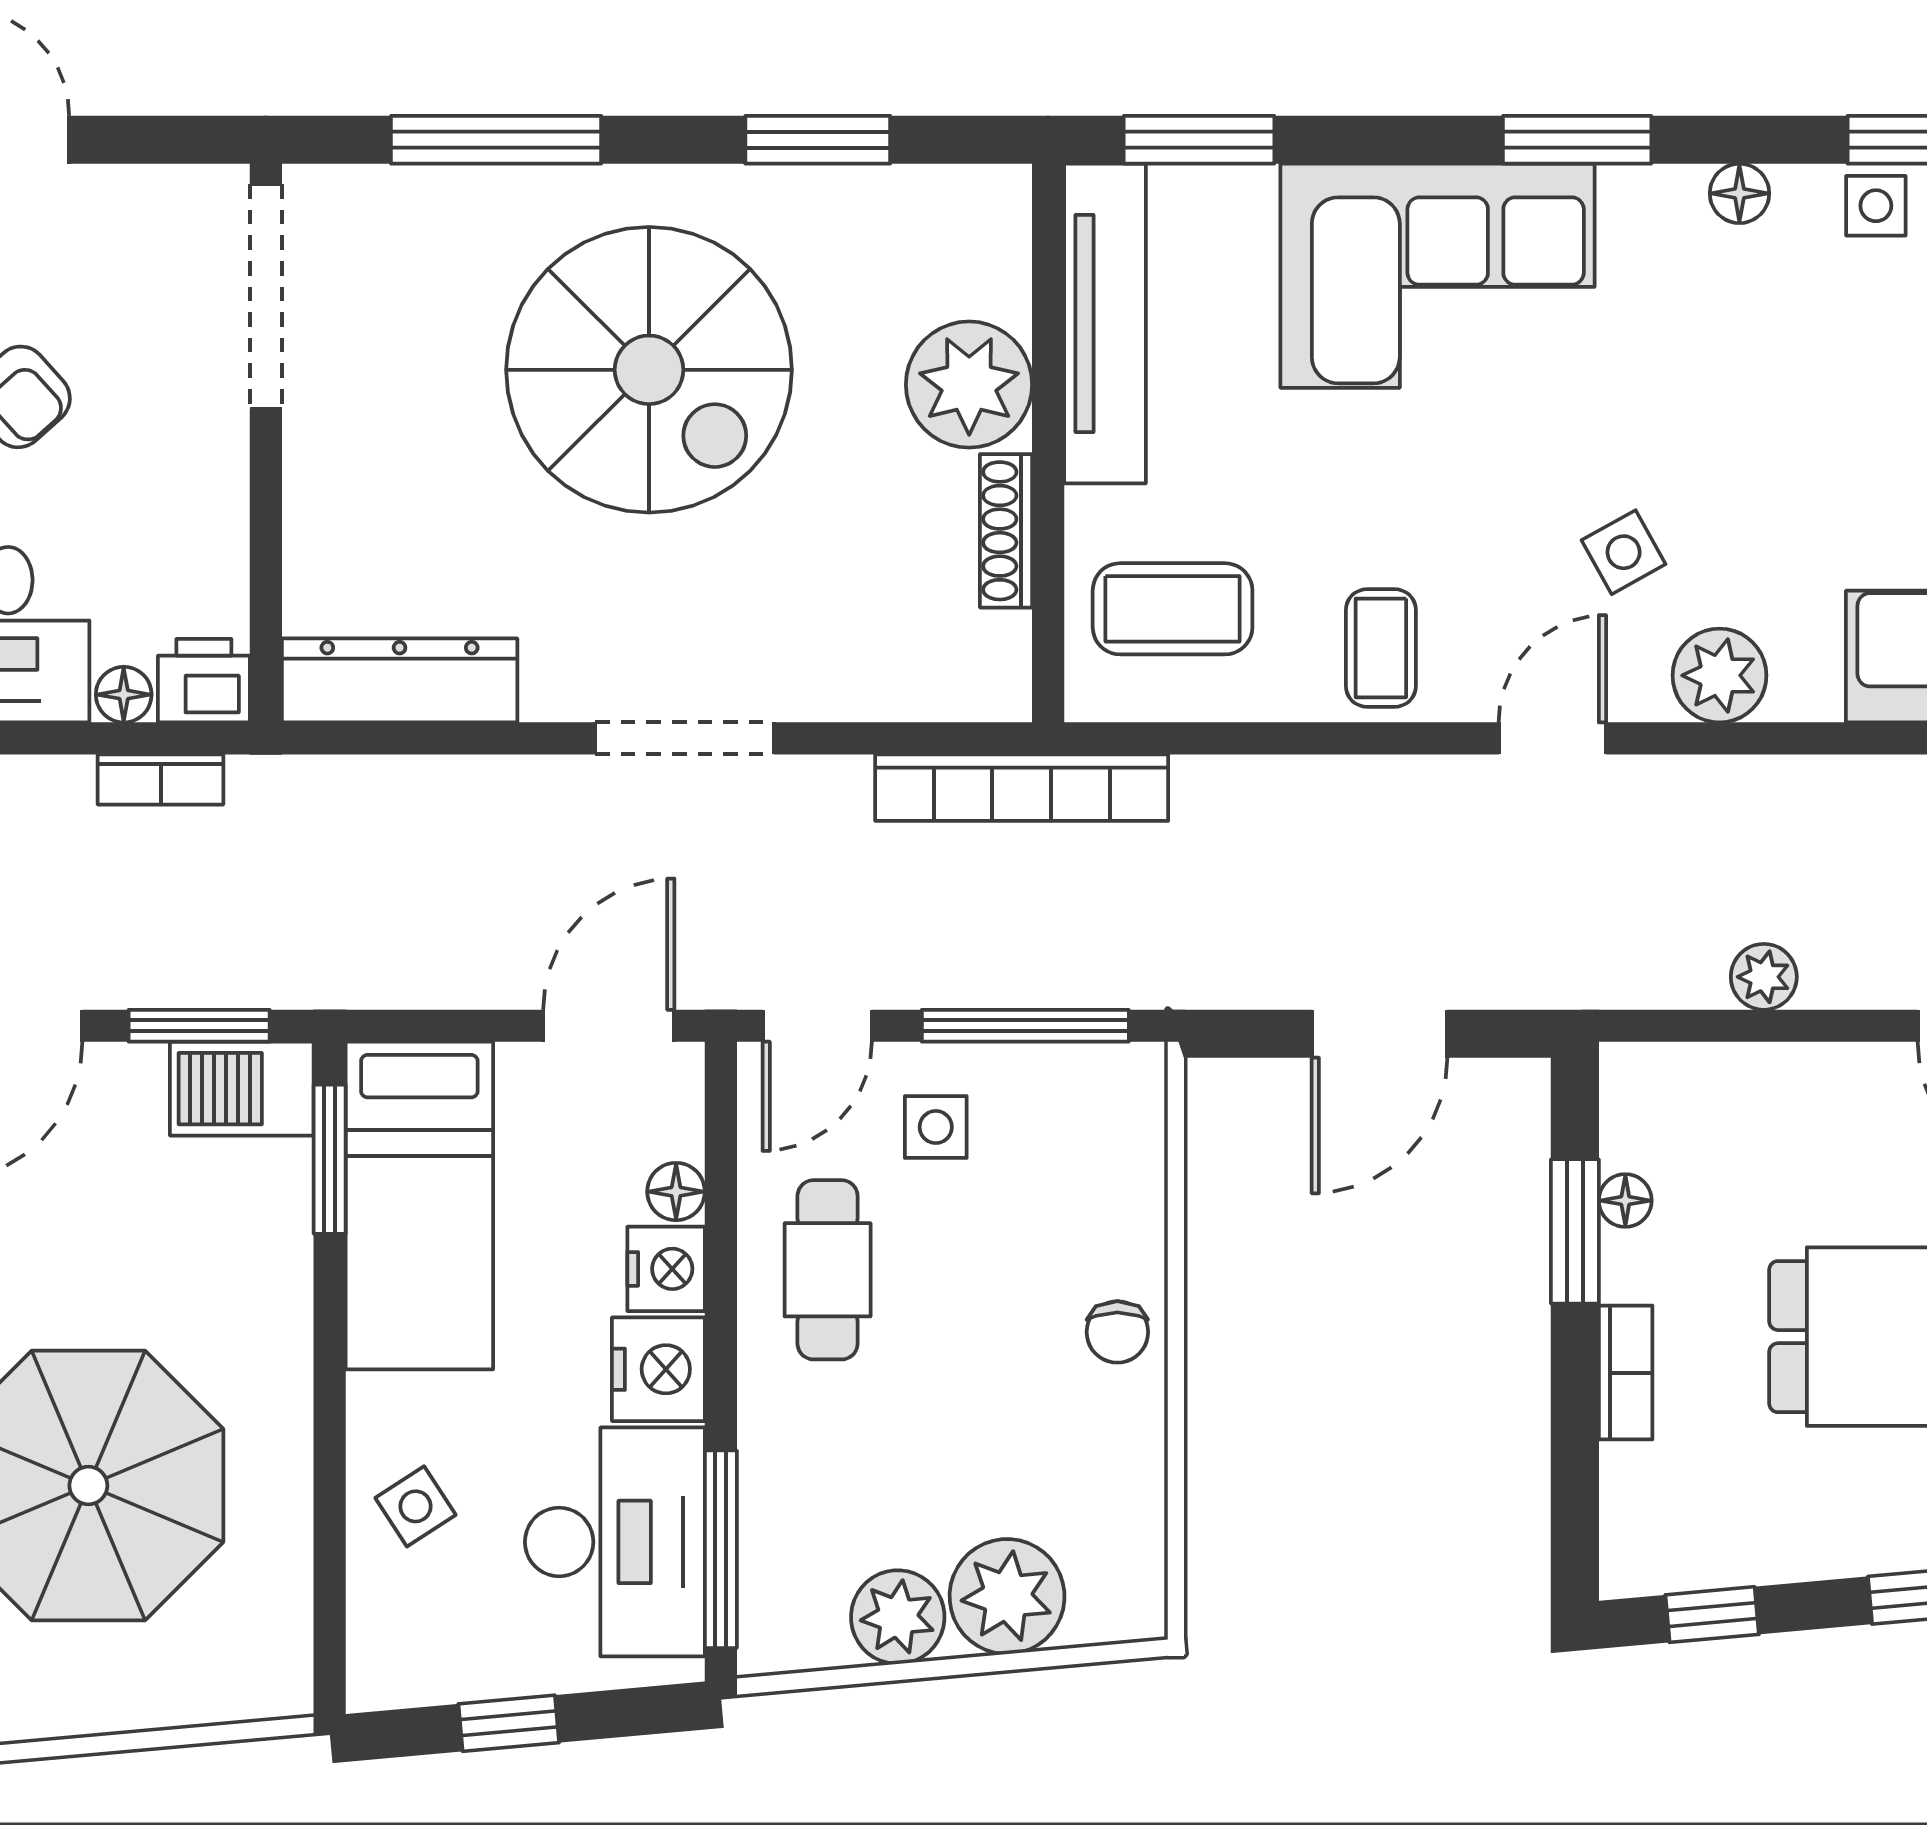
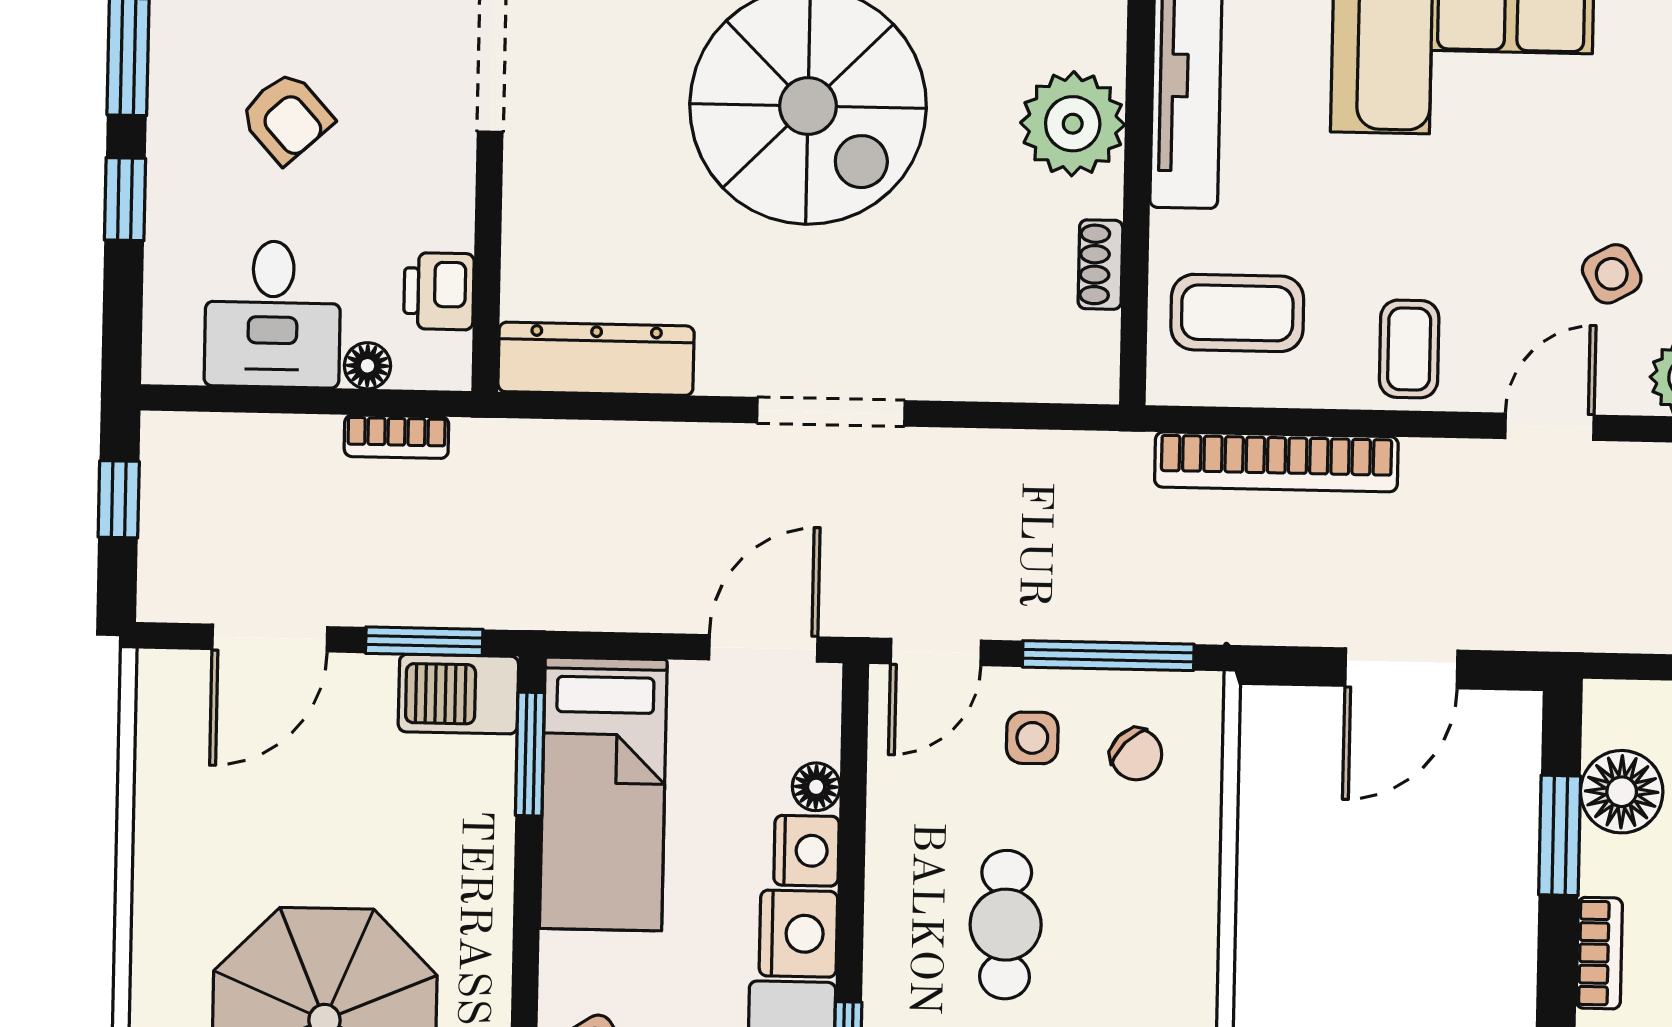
shoe rack: (1006, 531) -> (1100, 265), width x0.70
printer: (204, 681) -> (439, 291), moved, turned -90
bookcase: (1022, 788) -> (1276, 462), moved
floor lamp: (1625, 1201) -> (1622, 792), width x1.89, depth x1.89
cafe table: (828, 1270) -> (1006, 925), moved
chair: (1117, 1332) -> (1136, 754), moved, turned -46

